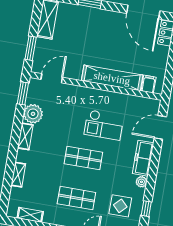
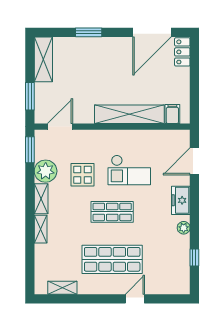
door: (143, 12) -> (152, 32), hinge flipped
freezer: (143, 158) -> (181, 200), width x0.71
shelving: (18, 175) -> (41, 229), moved
shop shelf: (76, 198) -> (112, 259), width x1.43, depth x1.36
display table: (120, 206) -> (83, 175), moved

